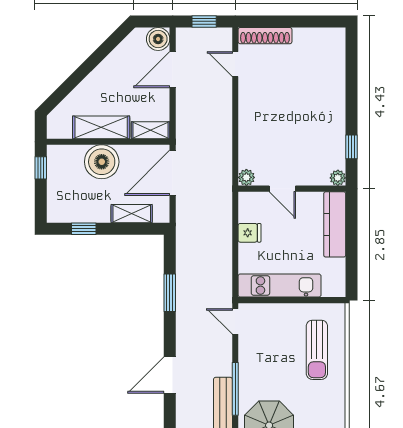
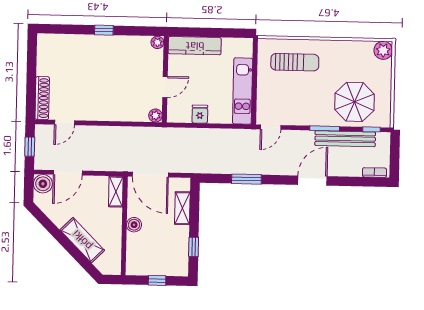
door: (173, 70) -> (68, 173), hinge flipped
shelving: (101, 127) -> (82, 240), moved, turned -45
window: (352, 147) -> (104, 30), moved
boiler: (102, 162) -> (134, 225), width x0.54, depth x0.54
window: (41, 168) -> (157, 280), moved
door: (170, 375) -> (312, 181), swing flipped
window: (235, 389) -> (325, 128), width x0.69

